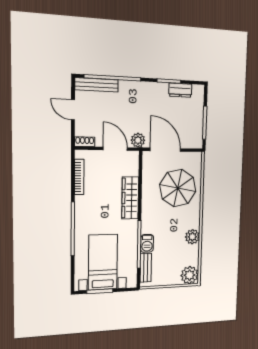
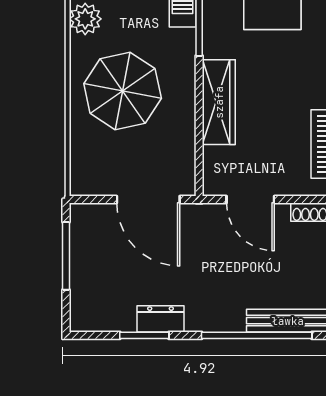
dresser: (180, 90) -> (161, 319), moved
plant: (138, 140) -> (205, 217), removed
parasol: (178, 188) -> (123, 91), moved

